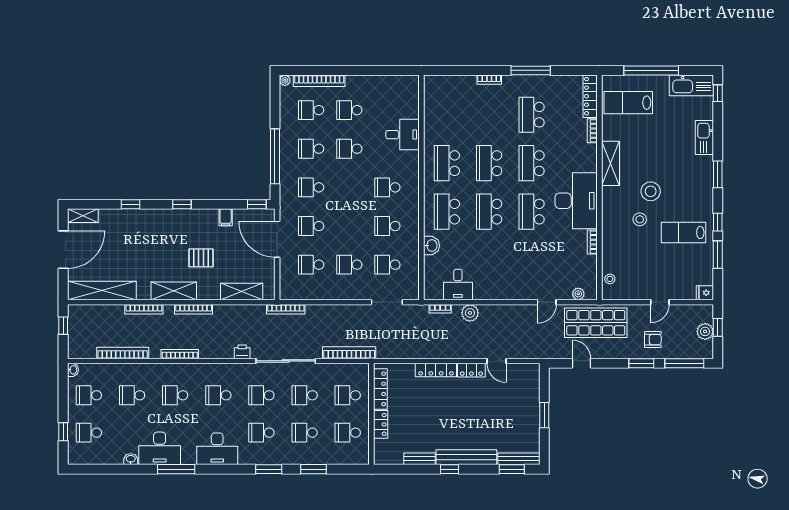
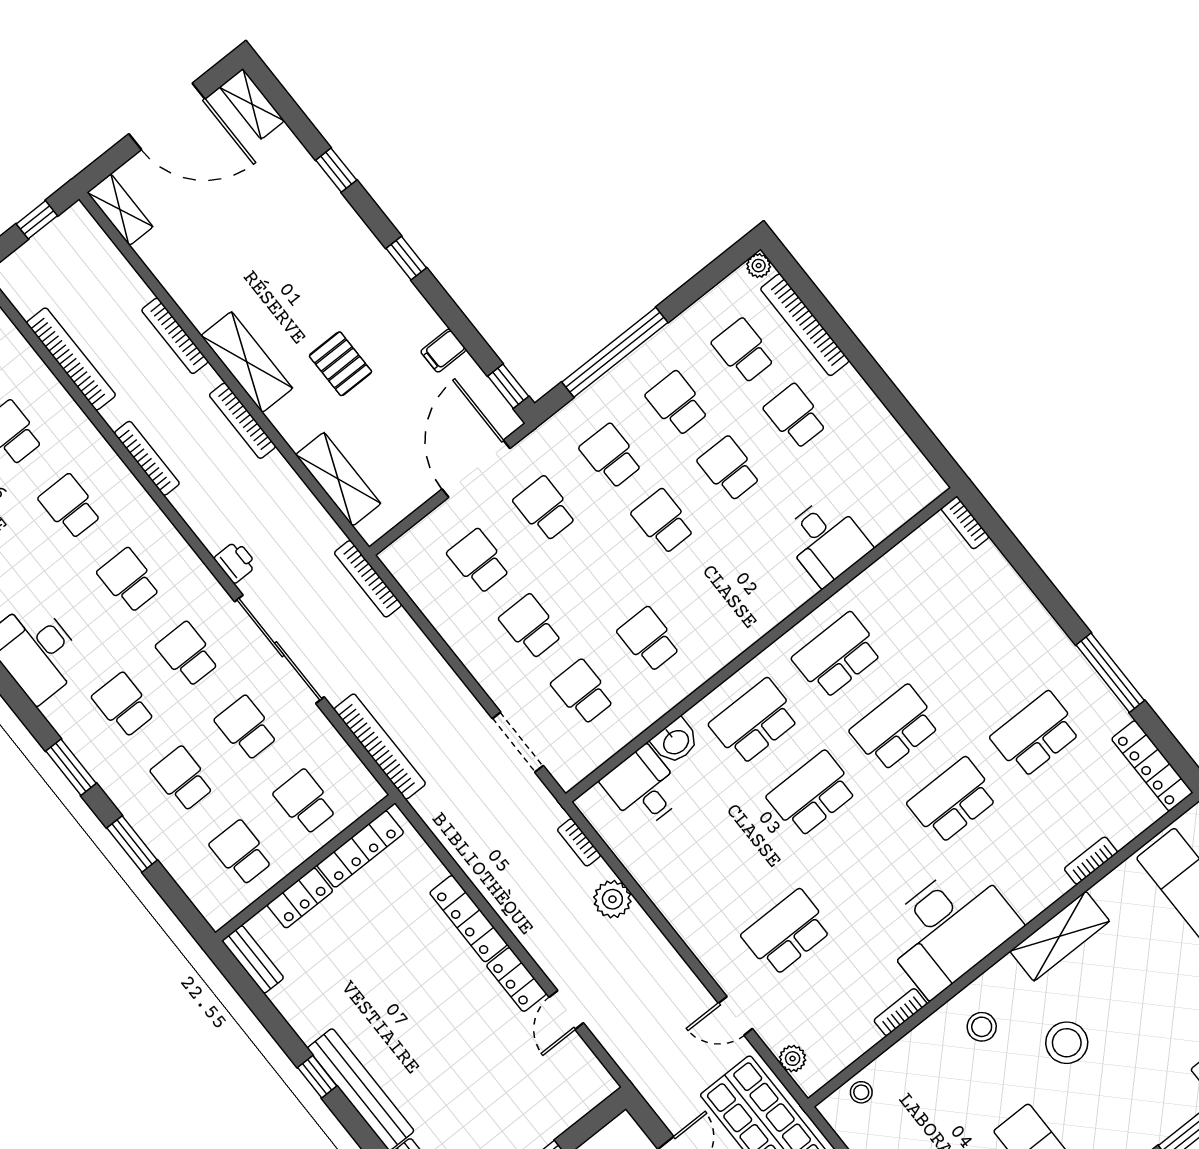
bookcase: (489, 80) -> (965, 523), moved
locker: (590, 96) -> (1152, 766), moved, turned -90
school desk: (387, 187) -> (663, 522), moved
school desk: (532, 212) -> (787, 933), moved
stool: (640, 219) -> (982, 1027), moved
desk: (458, 284) -> (643, 788), moved, turned 90
shelving: (102, 291) -> (120, 210), width x0.45, depth x0.75
bench: (419, 459) -> (253, 959), moved

